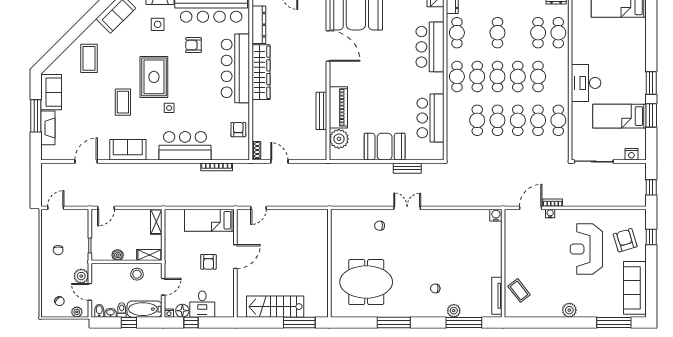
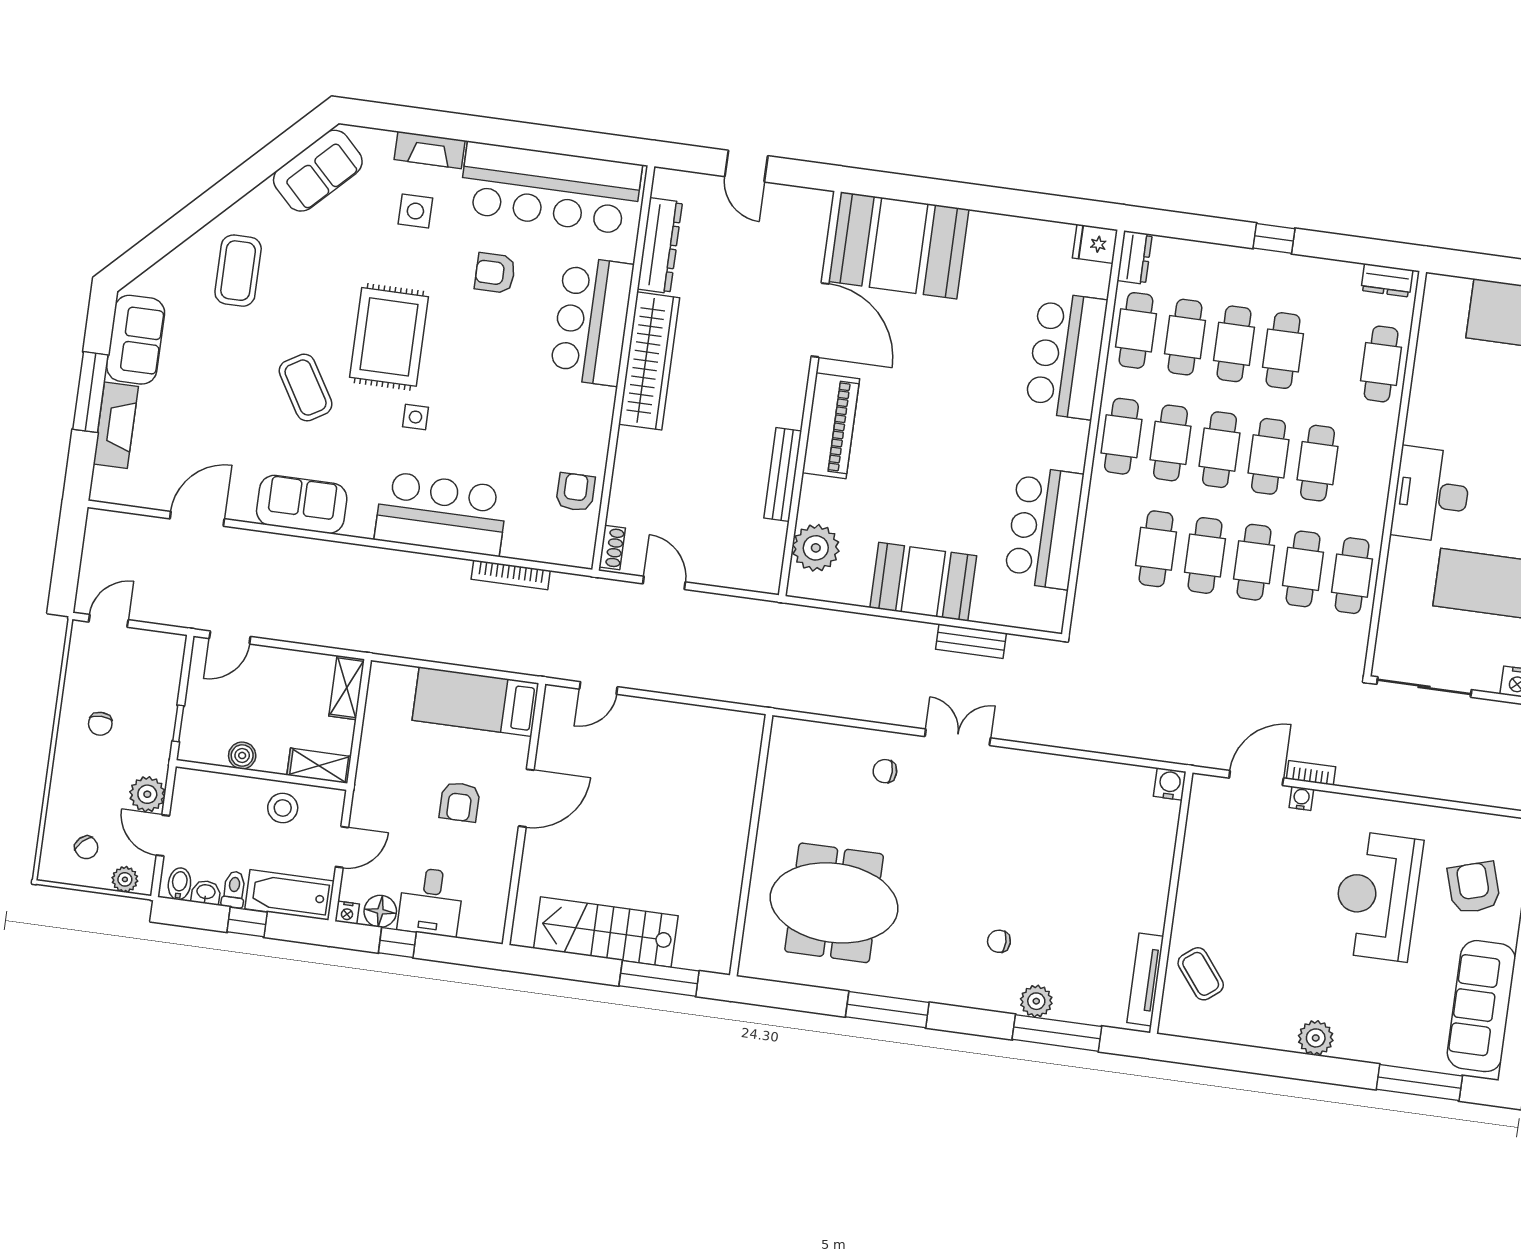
cafe table: (477, 33) -> (1185, 337), added
cafe table: (538, 33) -> (1283, 351), moved
bar counter: (235, 68) -> (592, 321), width x0.73
coffee table: (123, 102) -> (306, 388), turned -31
piano: (338, 107) -> (831, 426), moved

